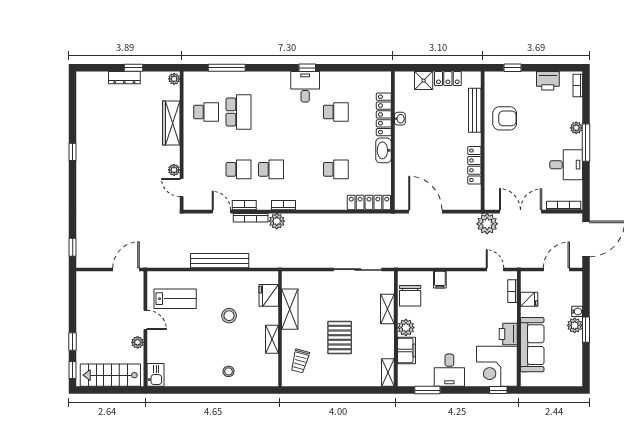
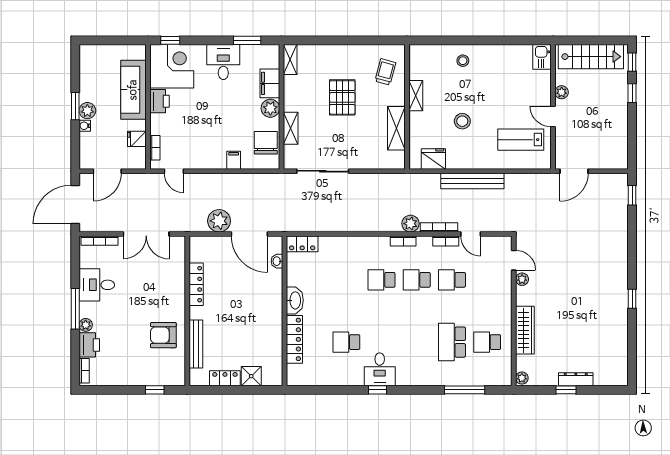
printer: (548, 81) -> (89, 345), moved, turned 90
washbasin: (400, 119) -> (277, 261), moved
school desk: (336, 169) -> (382, 280), moved
locker: (369, 203) -> (302, 244), width x0.66
plant: (487, 224) -> (219, 221), moved
fridge: (269, 295) -> (433, 159), moved, turned -90

